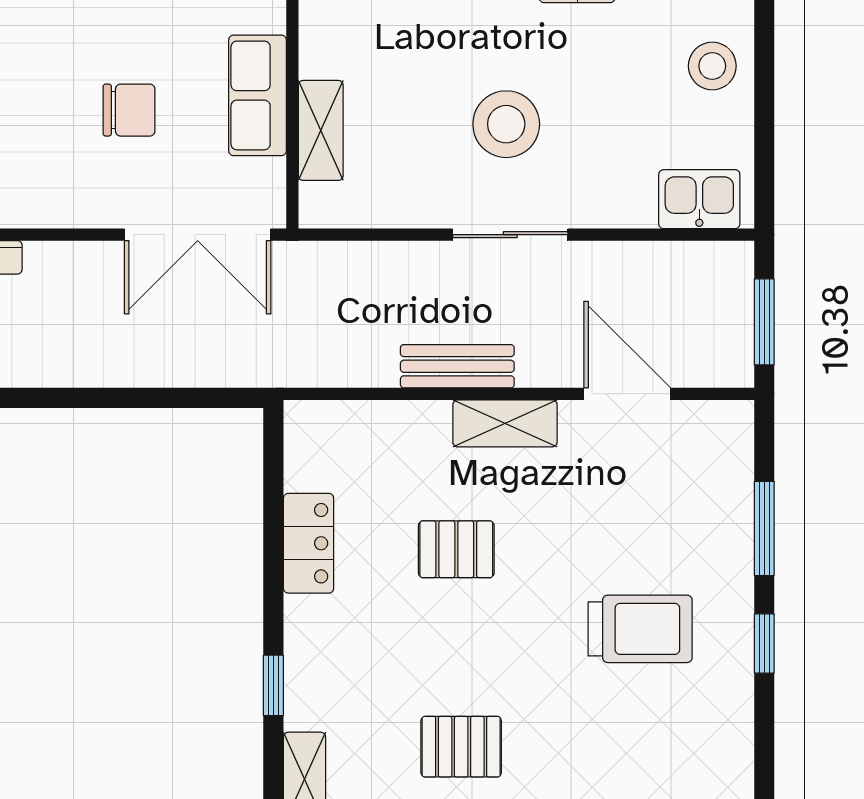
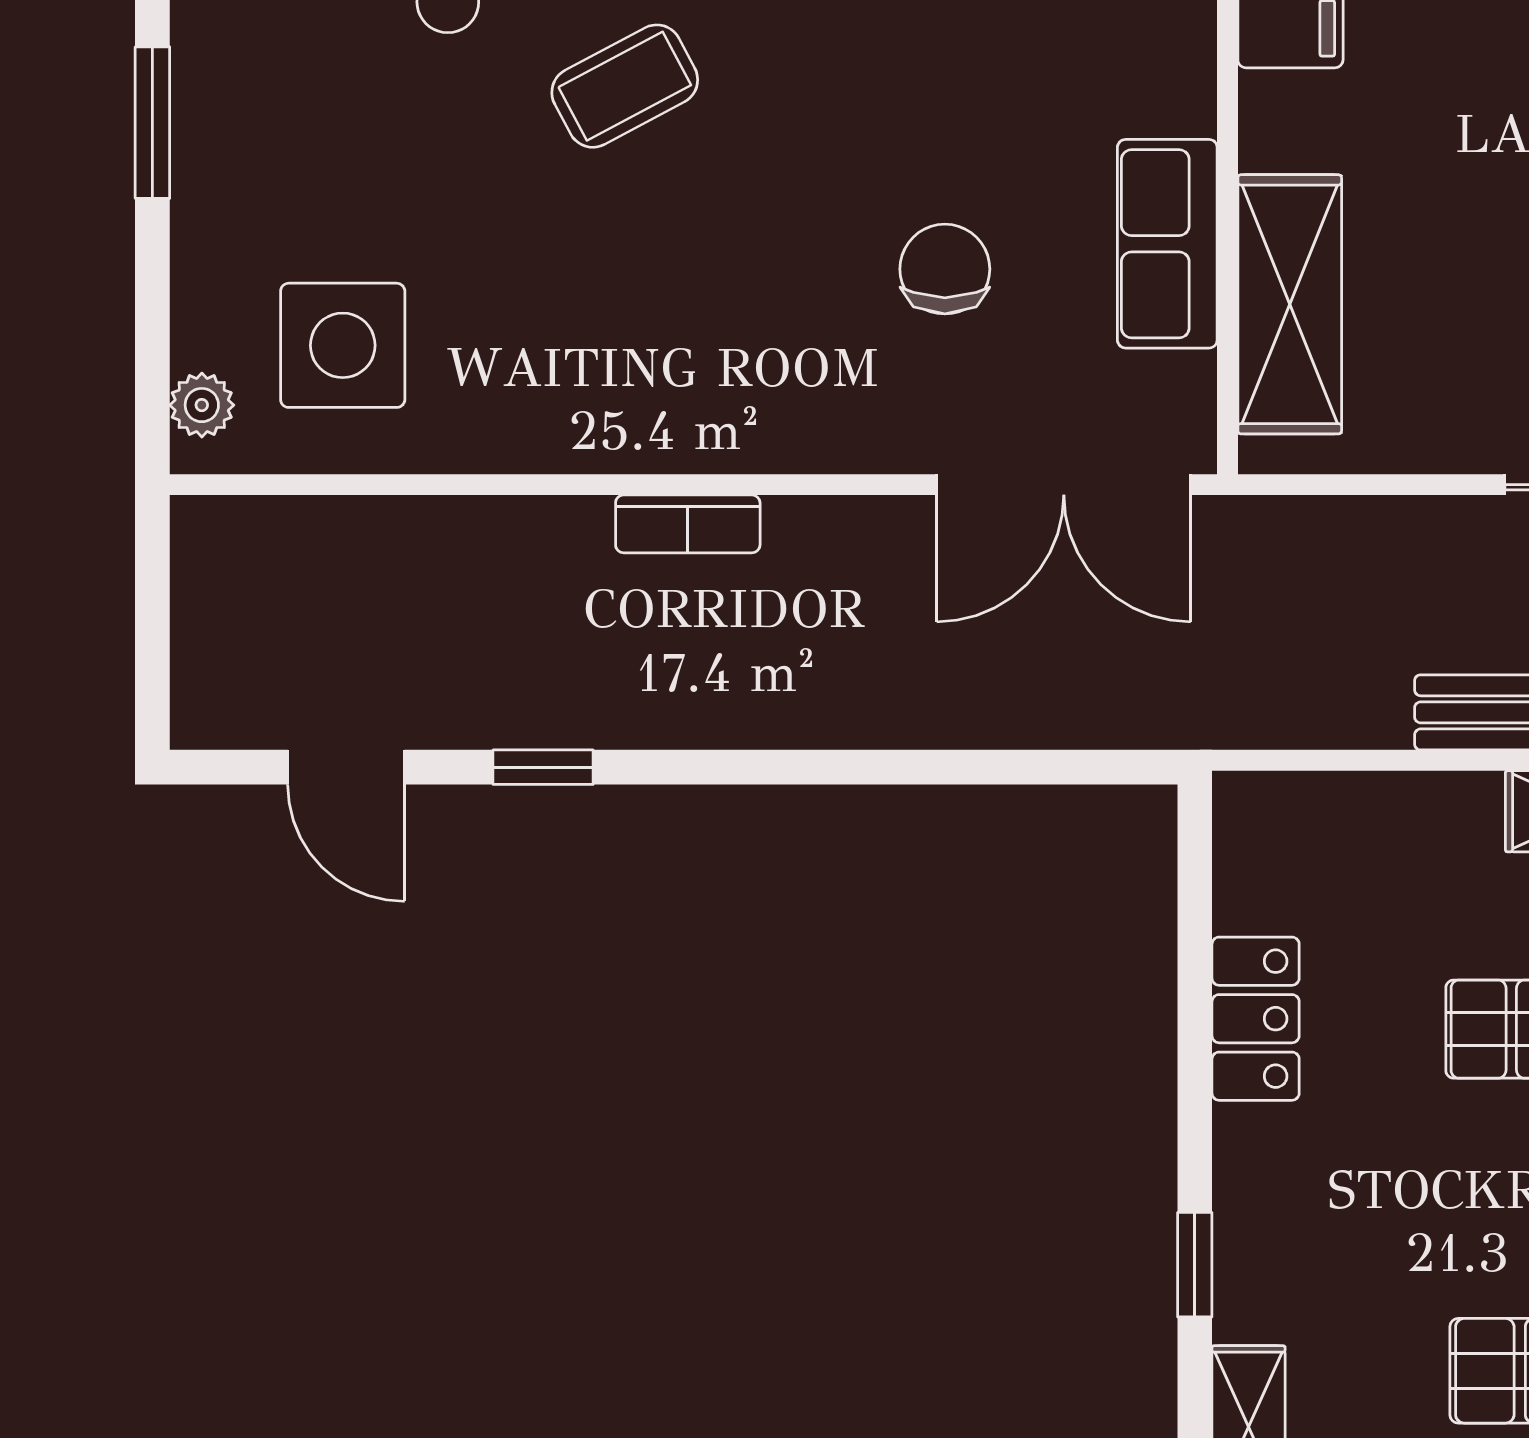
chair: (129, 110) -> (945, 269), turned -90
shelving: (321, 130) -> (1290, 304), width x1.50, depth x1.33

